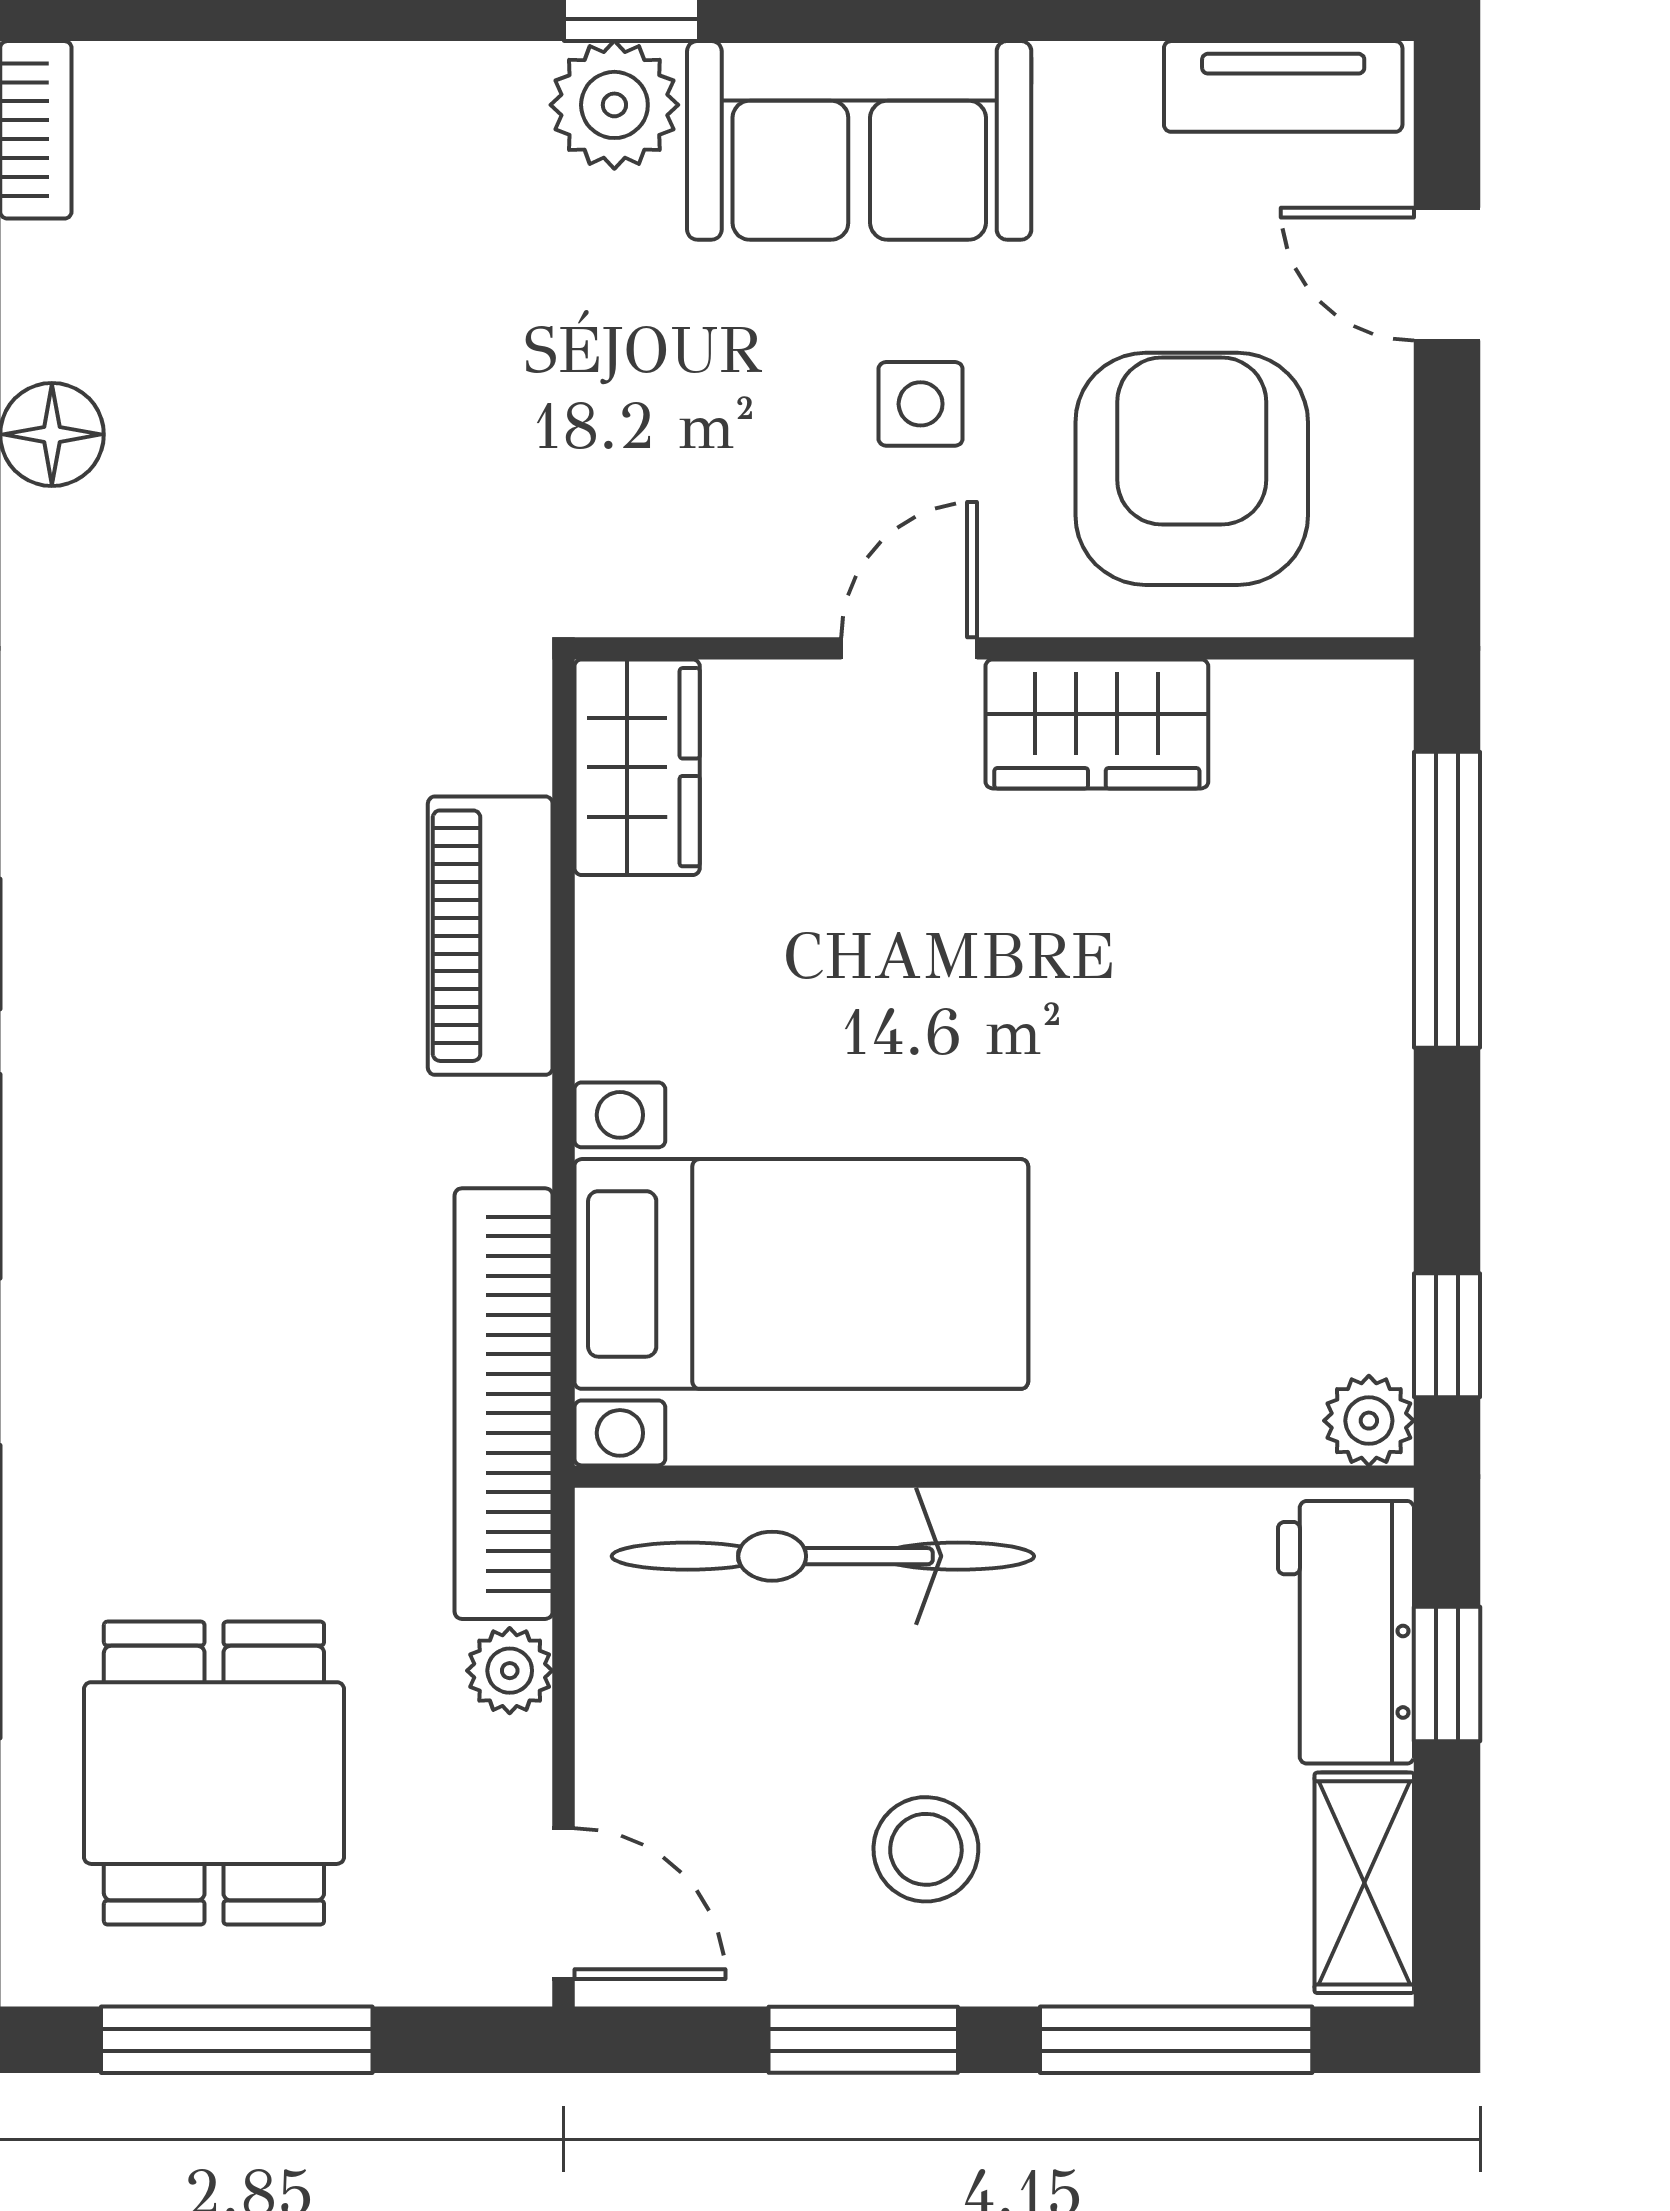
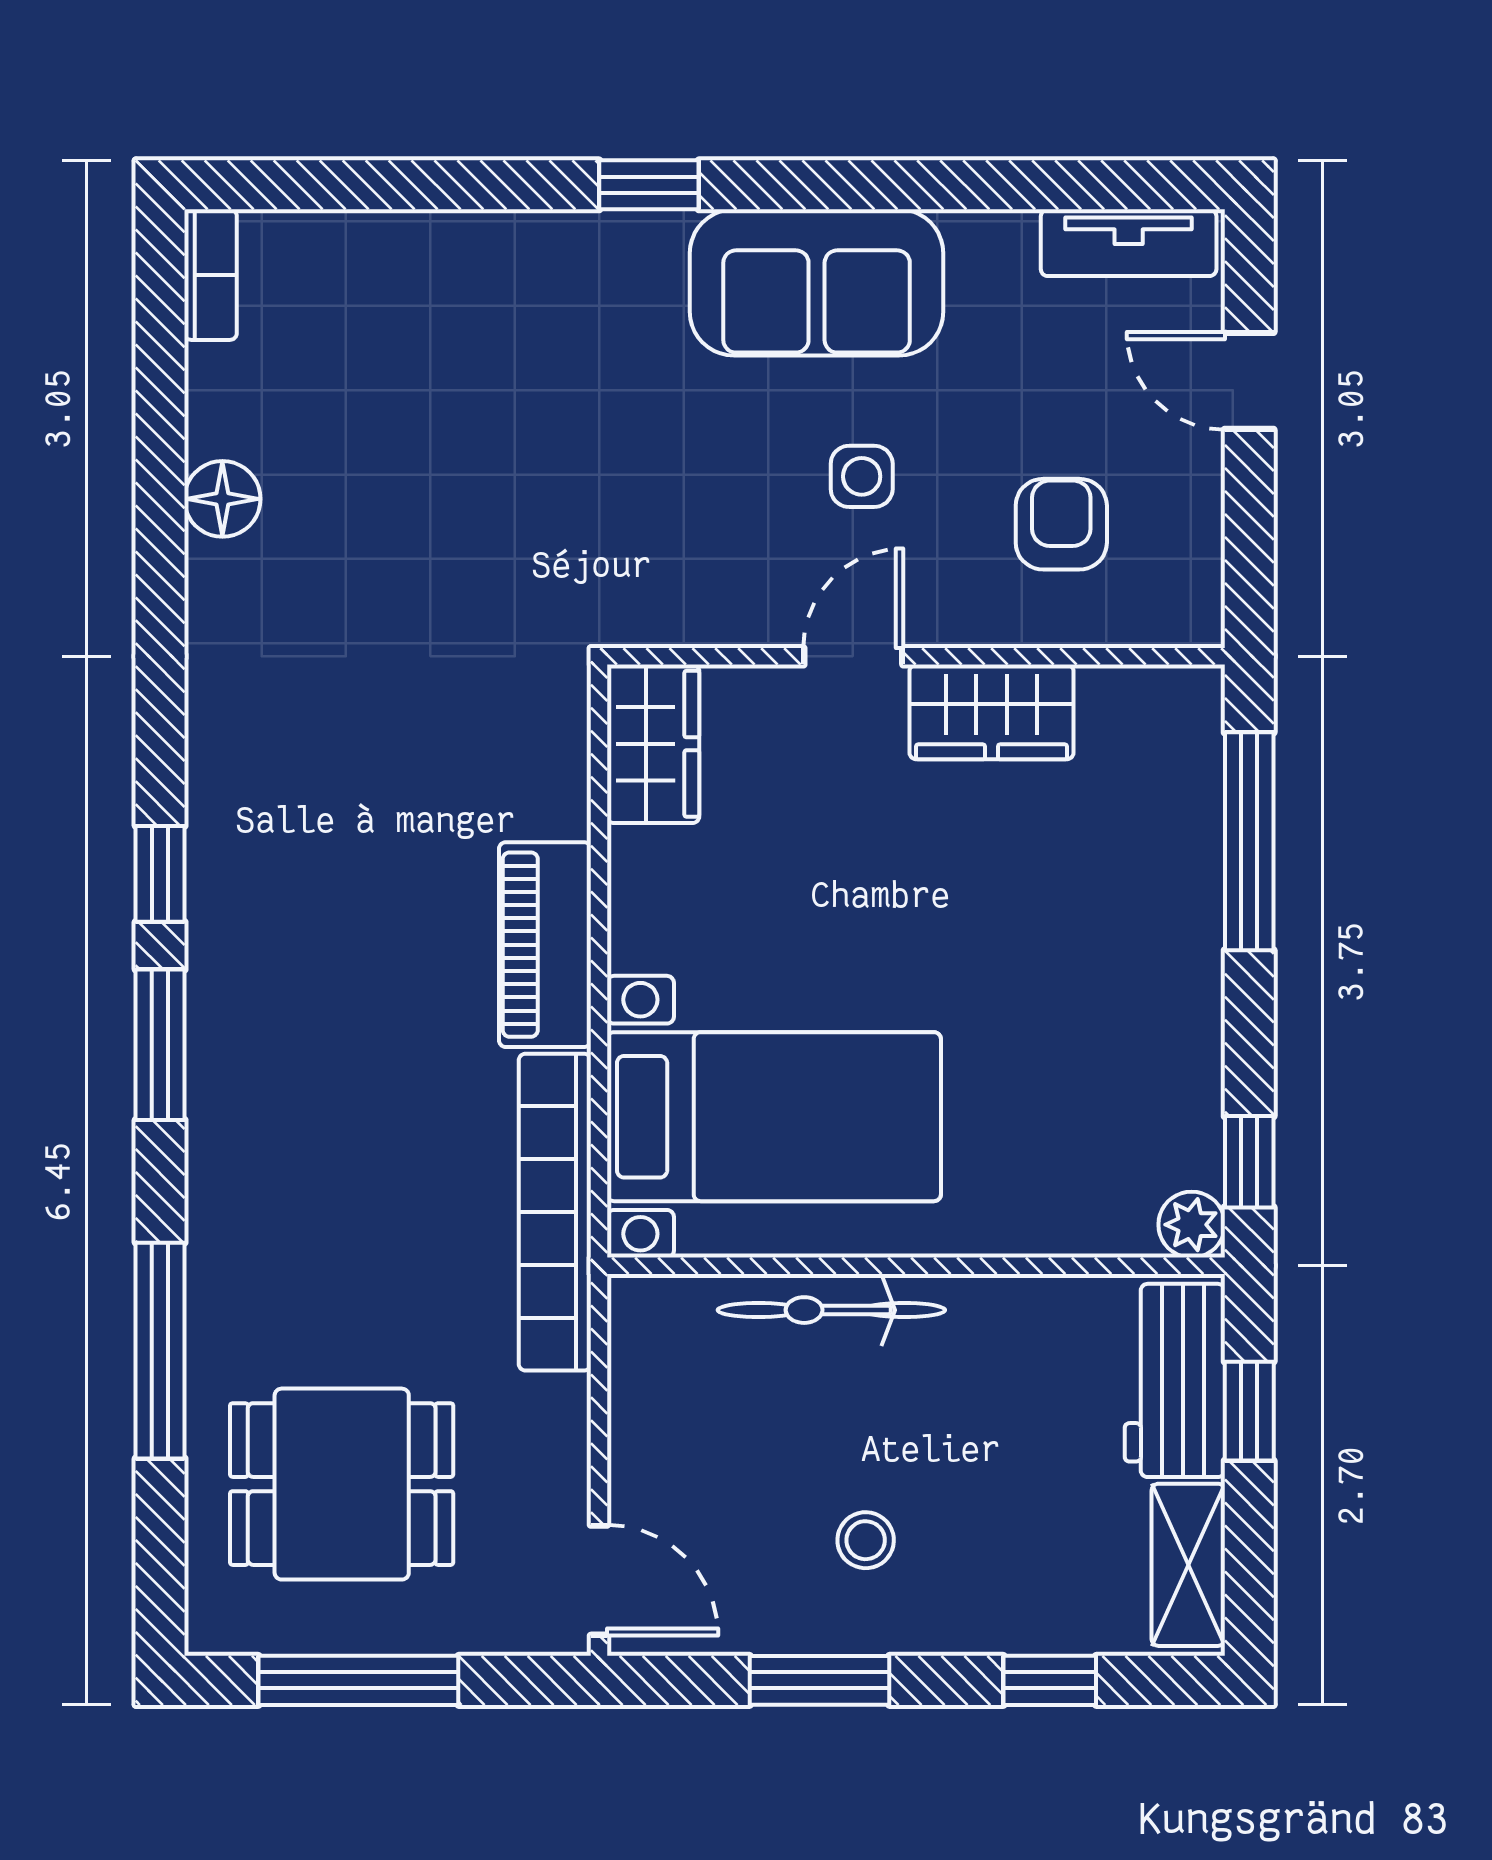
plant: (614, 105) -> (636, 256), removed
armchair: (1192, 469) -> (1061, 524), width x0.53, depth x0.53
piano: (490, 936) -> (545, 945), moved
bicycle: (823, 1556) -> (831, 1310), width x0.73, depth x0.71
plant: (510, 1671) -> (559, 1409), removed
dining table: (214, 1773) -> (342, 1484), turned 90
stool: (926, 1849) -> (866, 1540), width x0.73, depth x0.73
window: (1176, 2040) -> (1050, 1680), width x0.46

